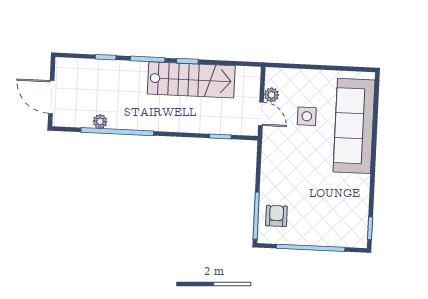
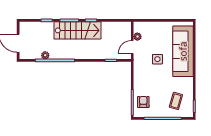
stairs: (191, 80) -> (77, 30), moved
door: (261, 114) -> (132, 47), swing flipped
side table: (307, 116) -> (157, 59), moved
coffee table: (337, 217) -> (176, 101), added

